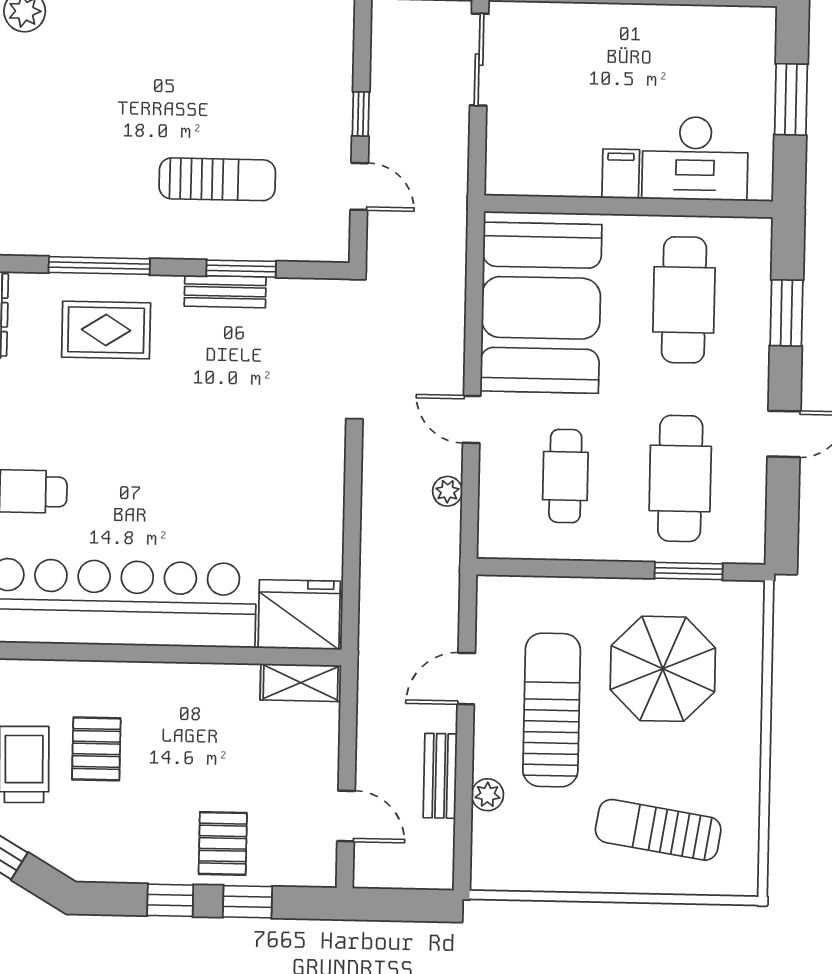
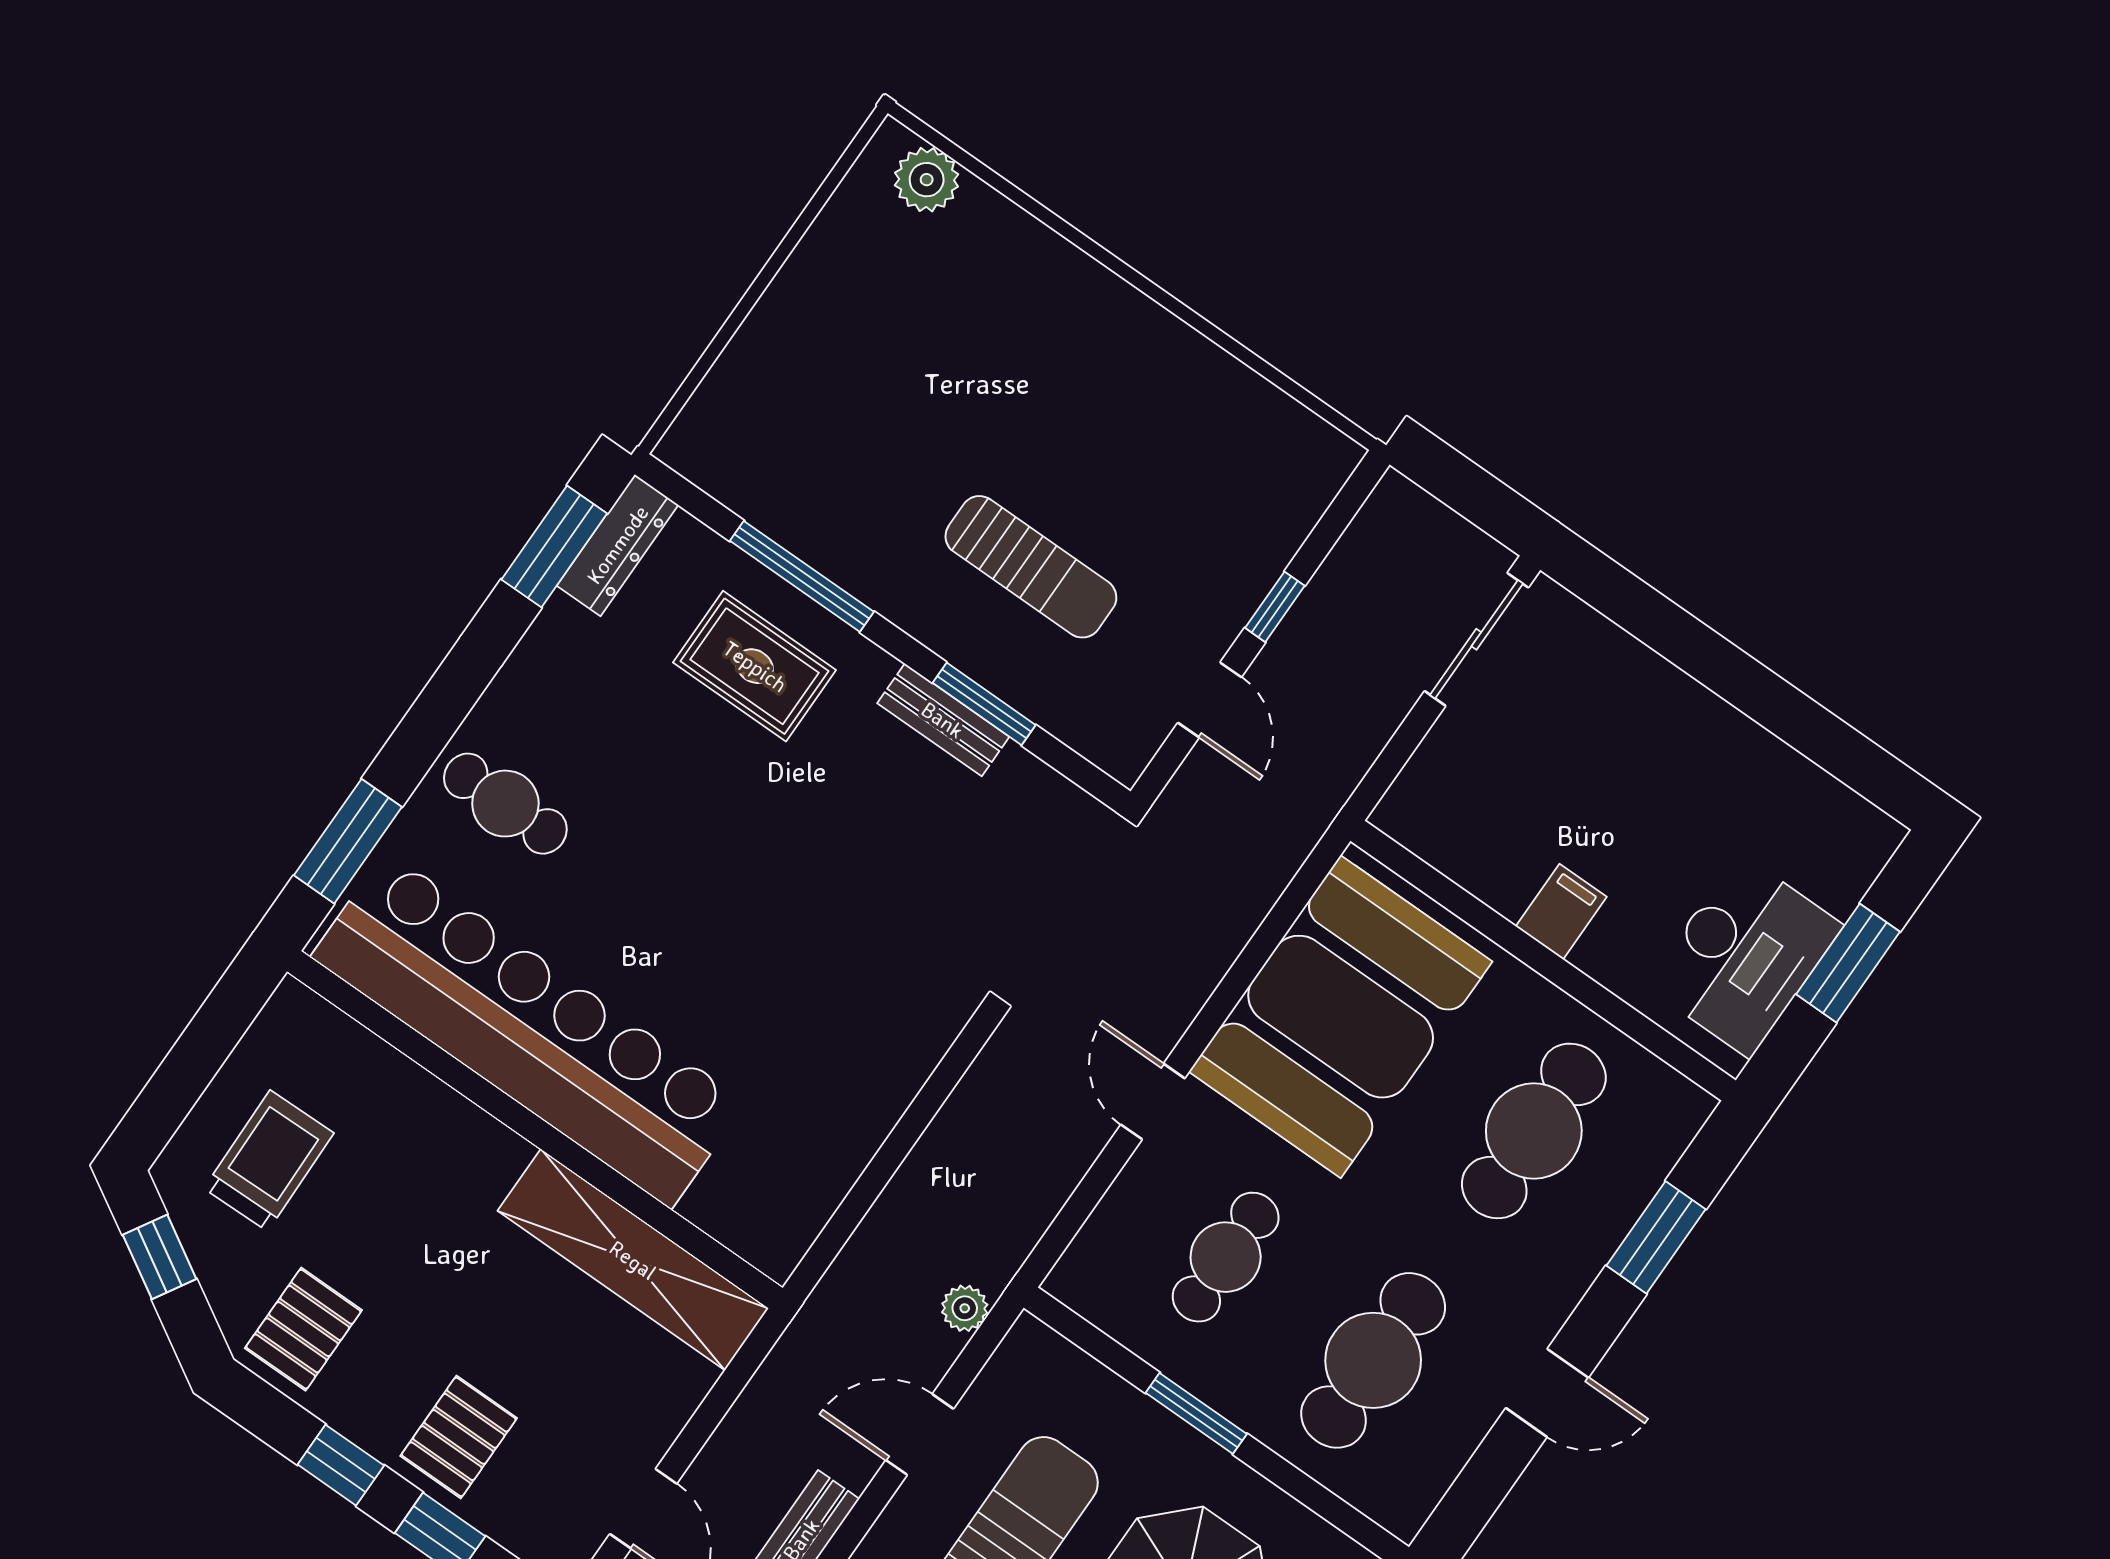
desk: (695, 159) -> (1744, 955), moved, turned -90
plant: (447, 491) -> (965, 1308), moved
window: (689, 571) -> (1196, 1413), moved
fridge: (299, 615) -> (758, 1205), removed
shelving: (301, 683) -> (633, 1260), width x2.20, depth x1.33
pallet: (96, 749) -> (303, 1329), moved

